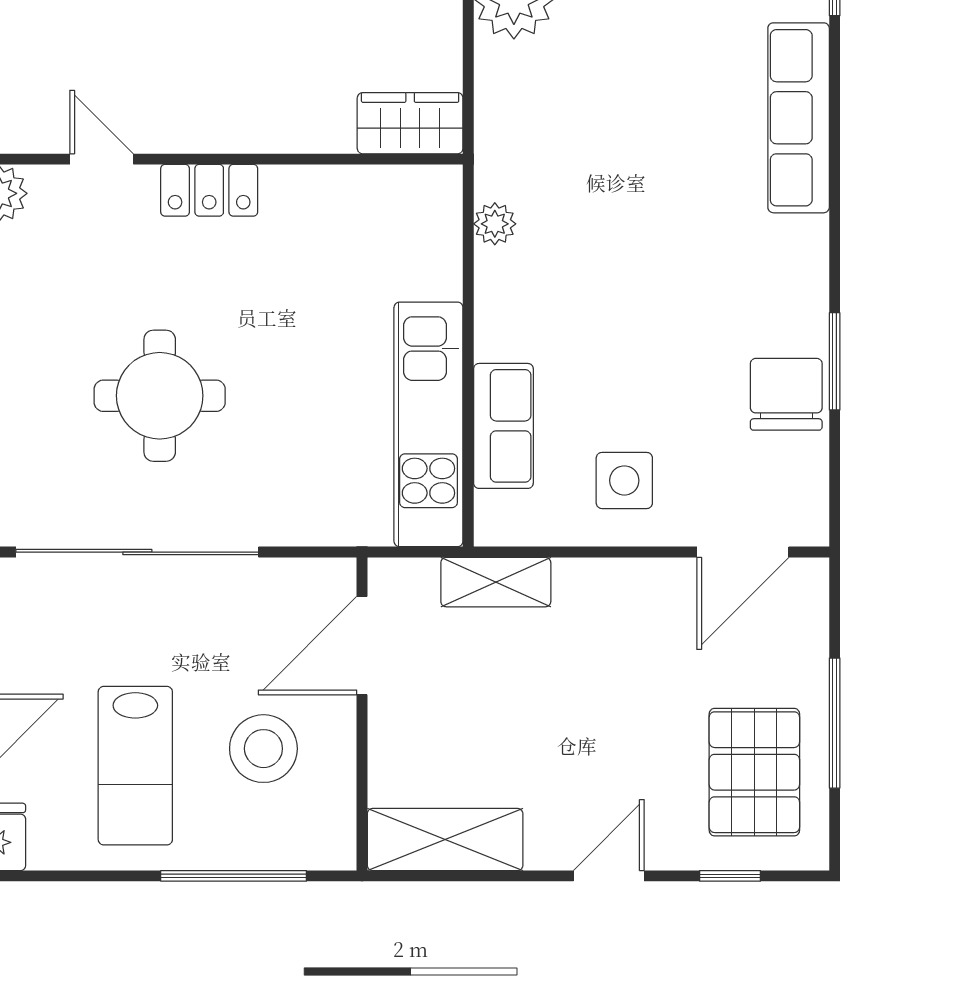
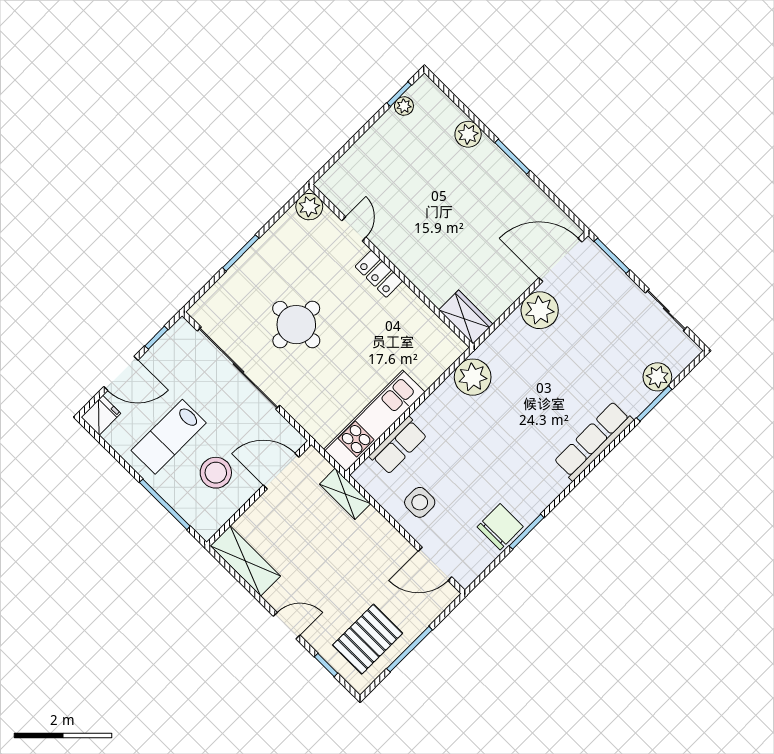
plant: (495, 224) -> (473, 377), width x1.88, depth x1.88

